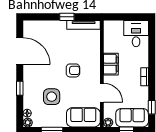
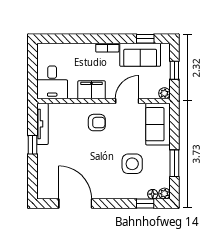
desk: (136, 34) -> (52, 82), moved, turned -90
door: (20, 51) -> (75, 204), hinge flipped
armchair: (73, 70) -> (97, 123), moved, turned 90
window: (20, 88) -> (145, 204), moved
sofa: (132, 118) -> (140, 55), moved, turned -90

